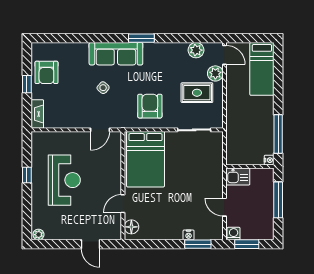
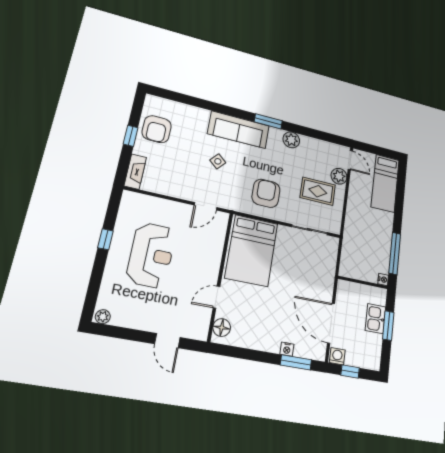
plant: (196, 50) -> (291, 140), moved
kitchen sink: (238, 177) -> (375, 319), moved, turned 90
window: (278, 200) -> (388, 326), width x0.69
door: (224, 207) -> (331, 323), width x1.87
window: (247, 244) -> (350, 371), width x0.67

